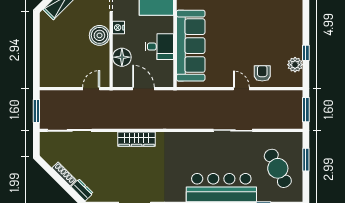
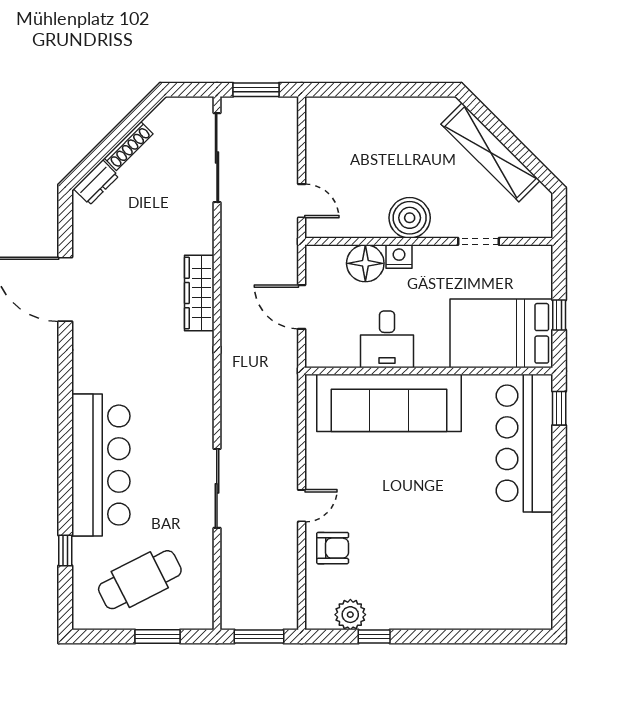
nightstand: (119, 28) -> (399, 257), moved
door: (143, 89) -> (302, 307), swing flipped

